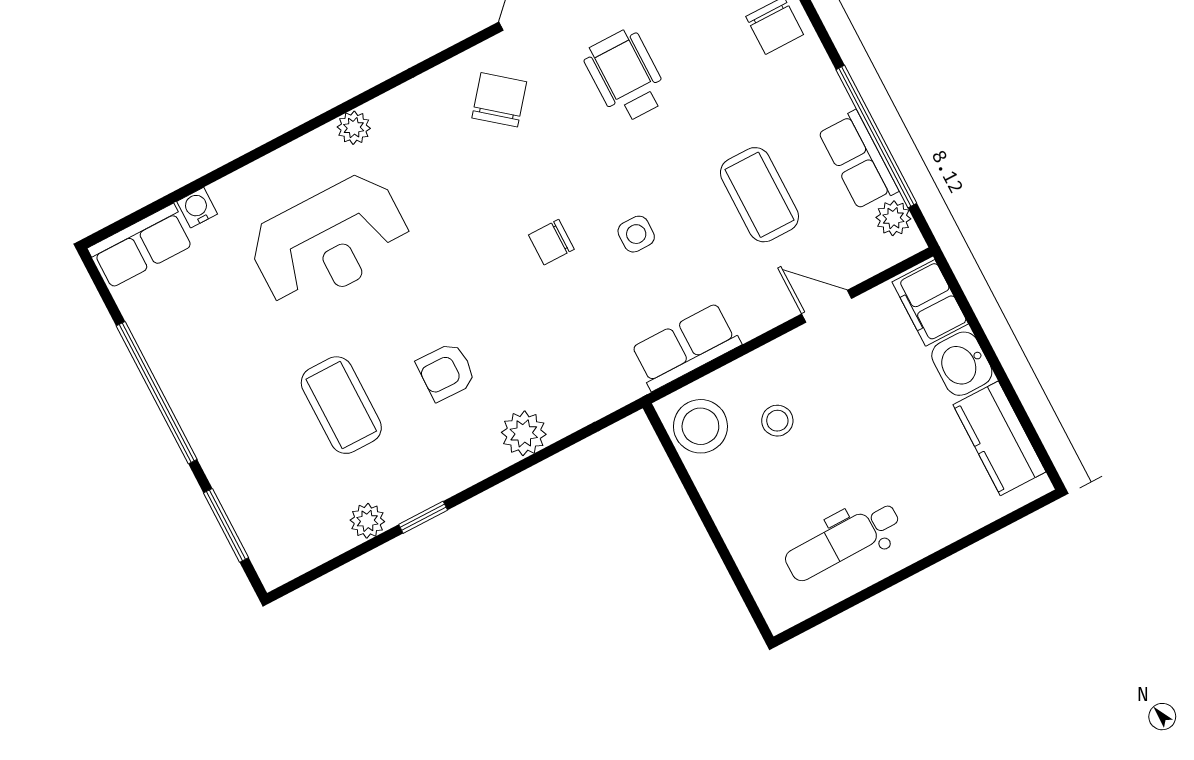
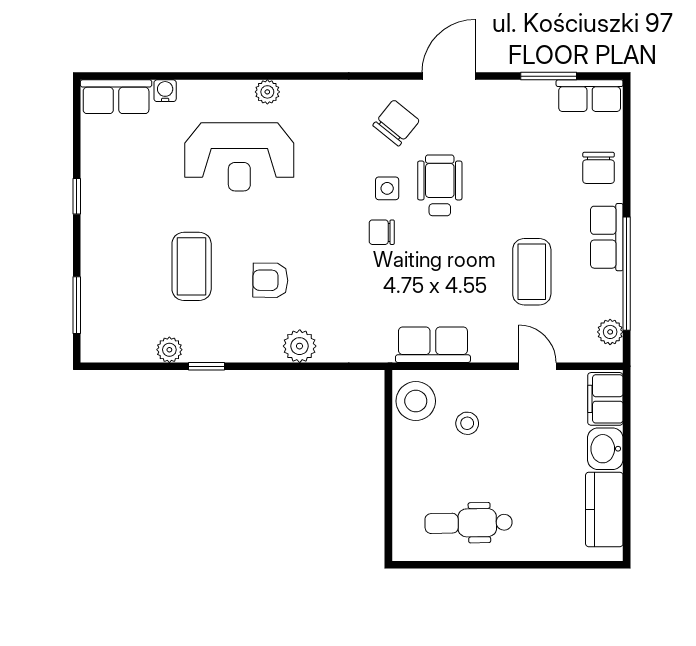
wheelchair: (626, 76) -> (440, 185), moved
plant: (354, 128) -> (267, 92), moved
row of seats: (858, 160) -> (607, 237), moved
side table: (636, 234) -> (387, 188), moved
window: (157, 393) -> (77, 196), width x0.32

